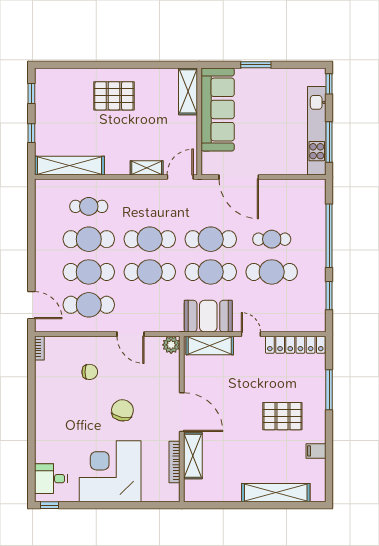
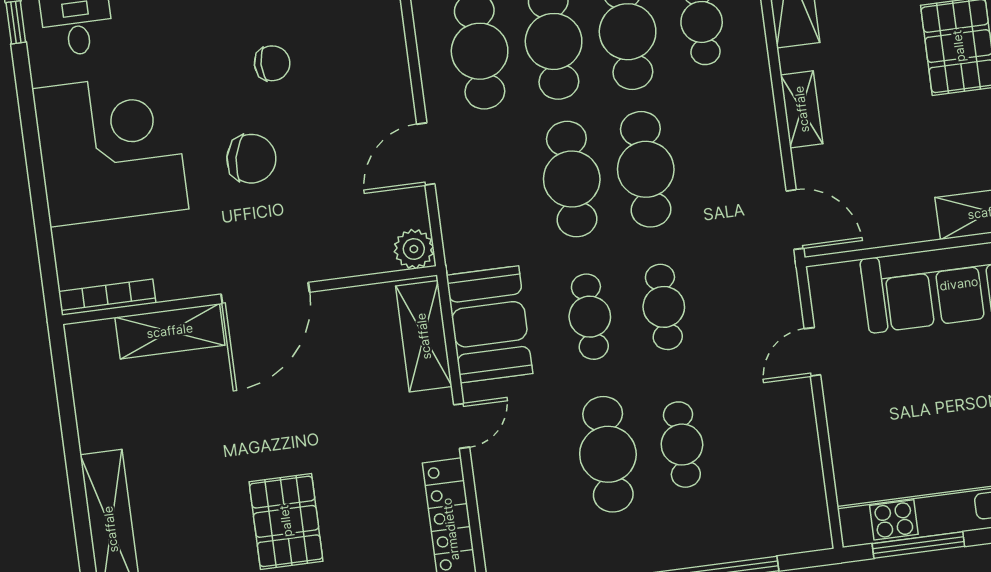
shelving: (147, 168) -> (802, 109), moved
door: (239, 177) -> (812, 352), width x0.53
cafe table: (211, 239) -> (664, 307), width x0.73, depth x0.74
cafe table: (211, 272) -> (590, 317), width x0.73, depth x0.74
chair: (90, 372) -> (272, 63), moved, turned -89
bookcase: (175, 462) -> (107, 297), moved

